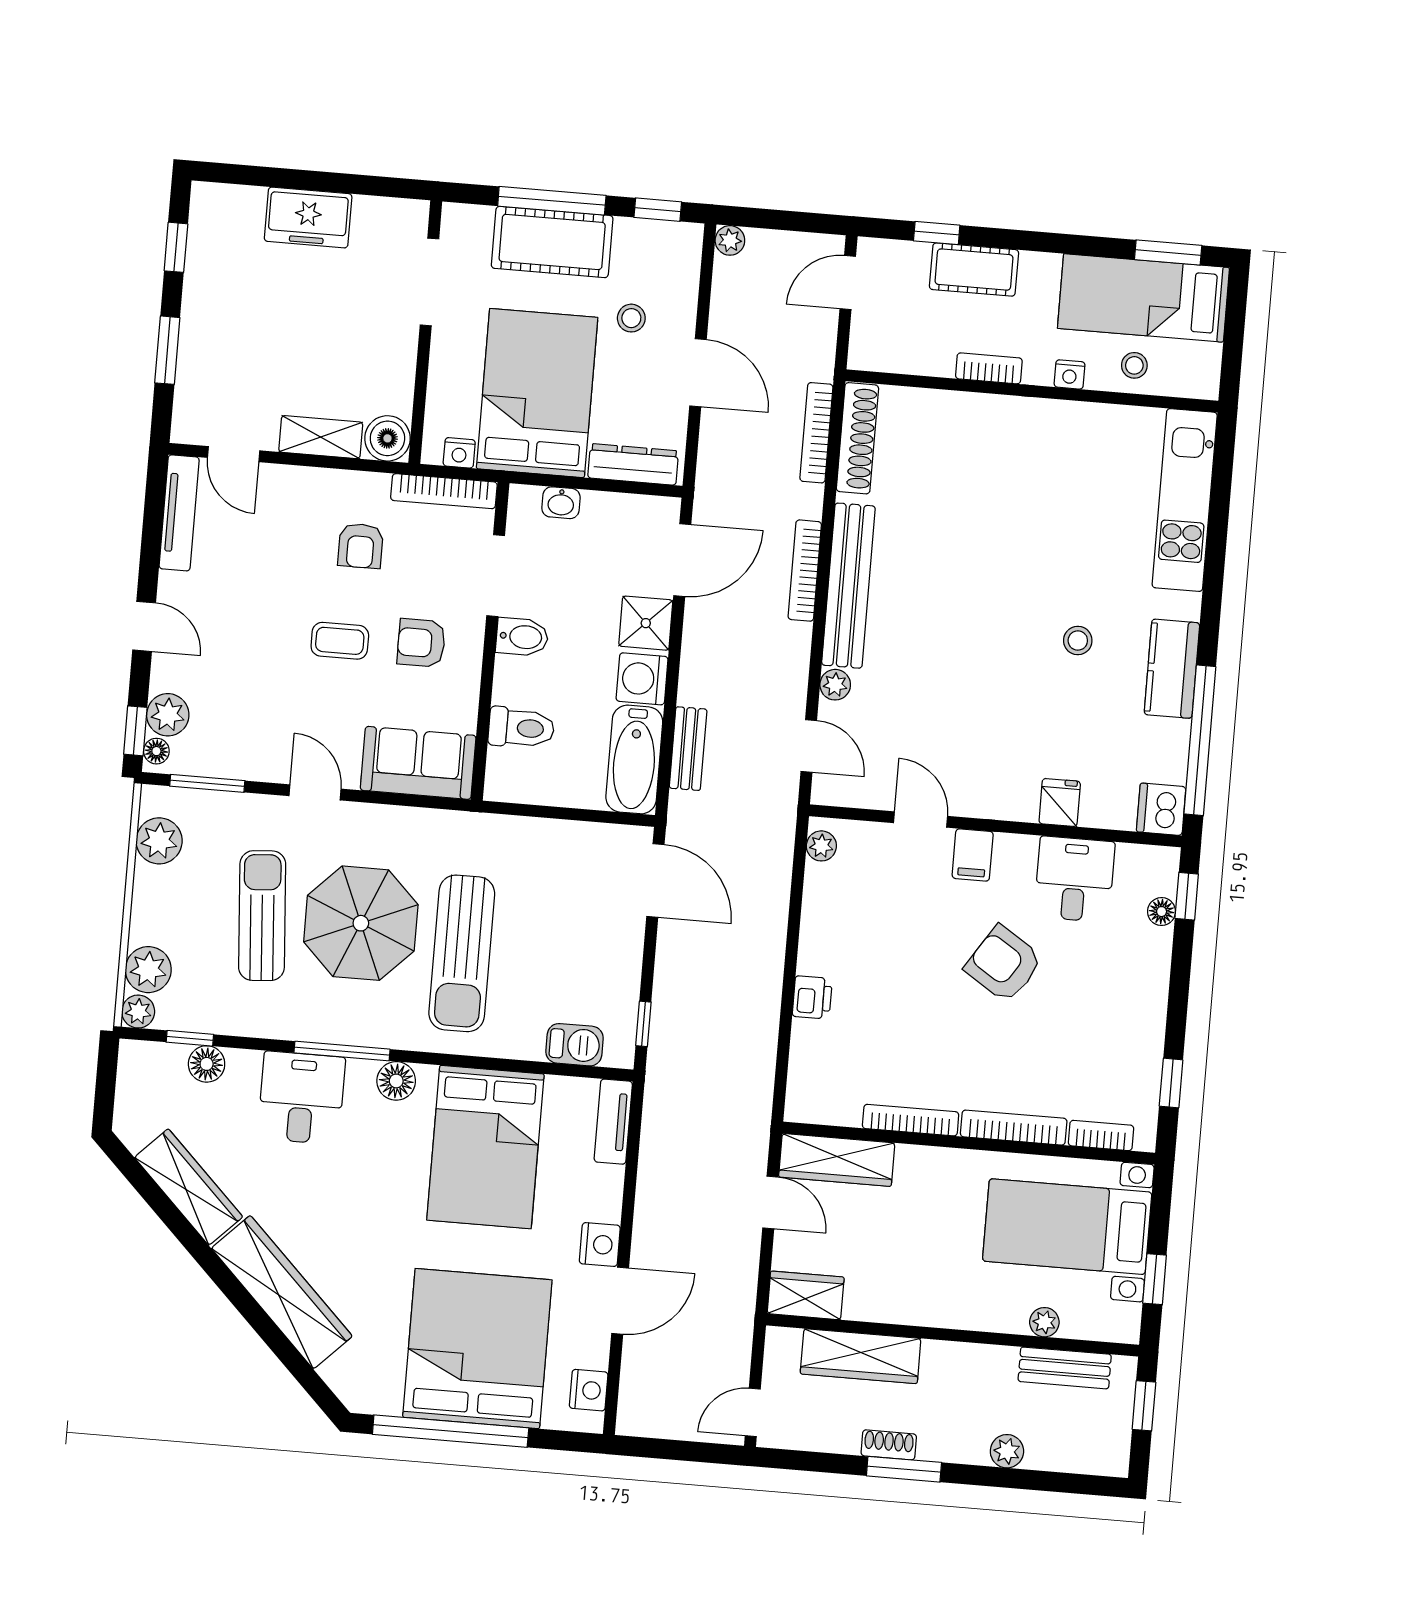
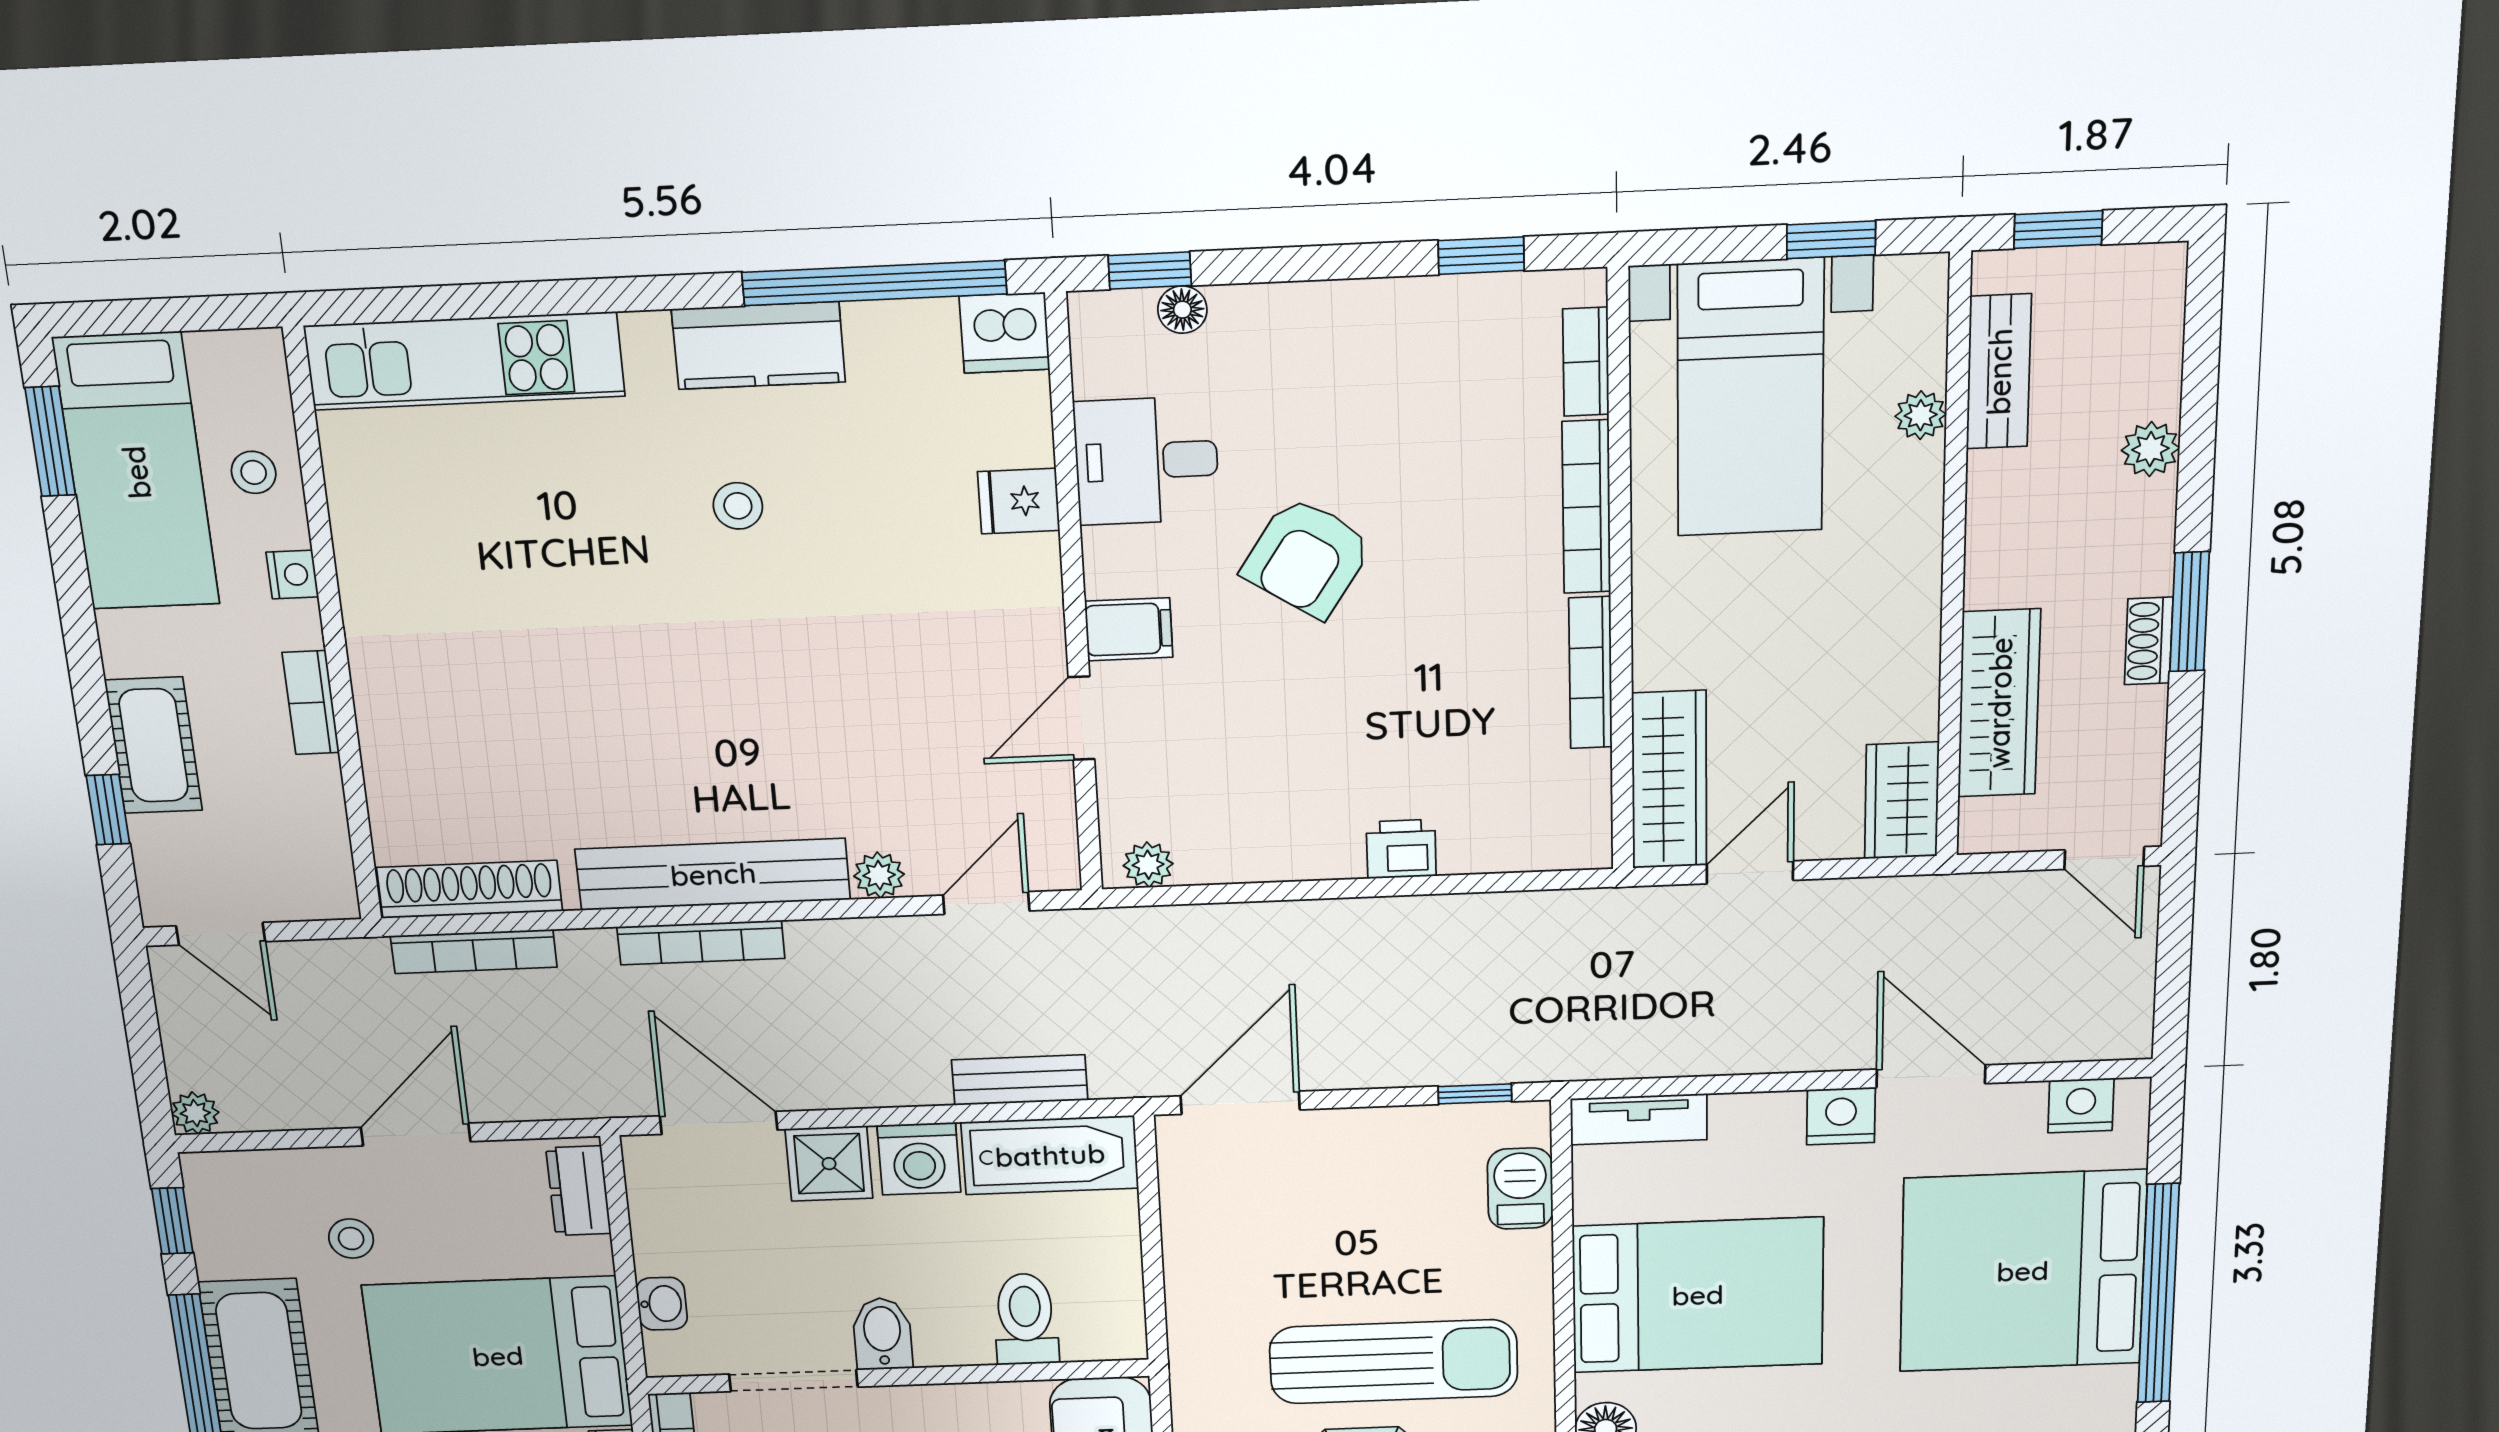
dresser: (633, 464) -> (578, 1191), width x0.70

